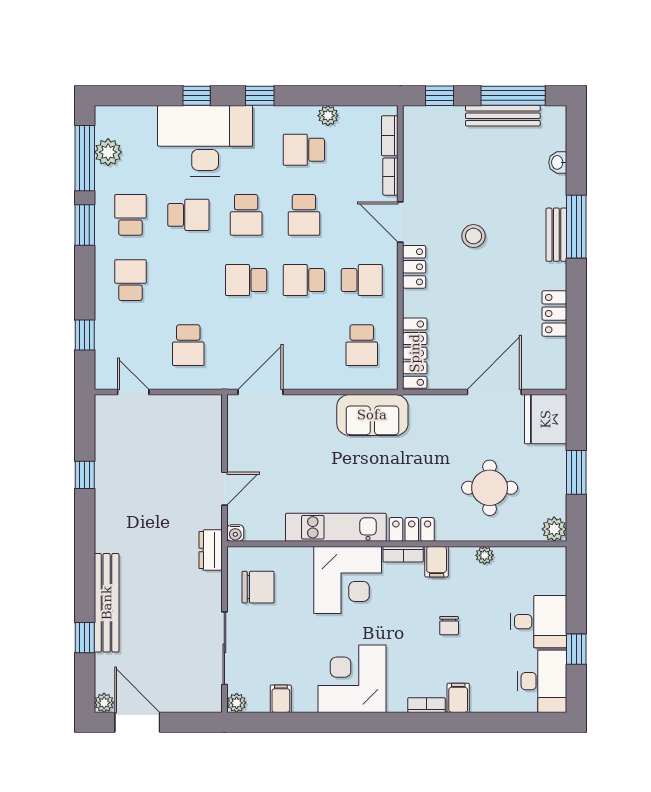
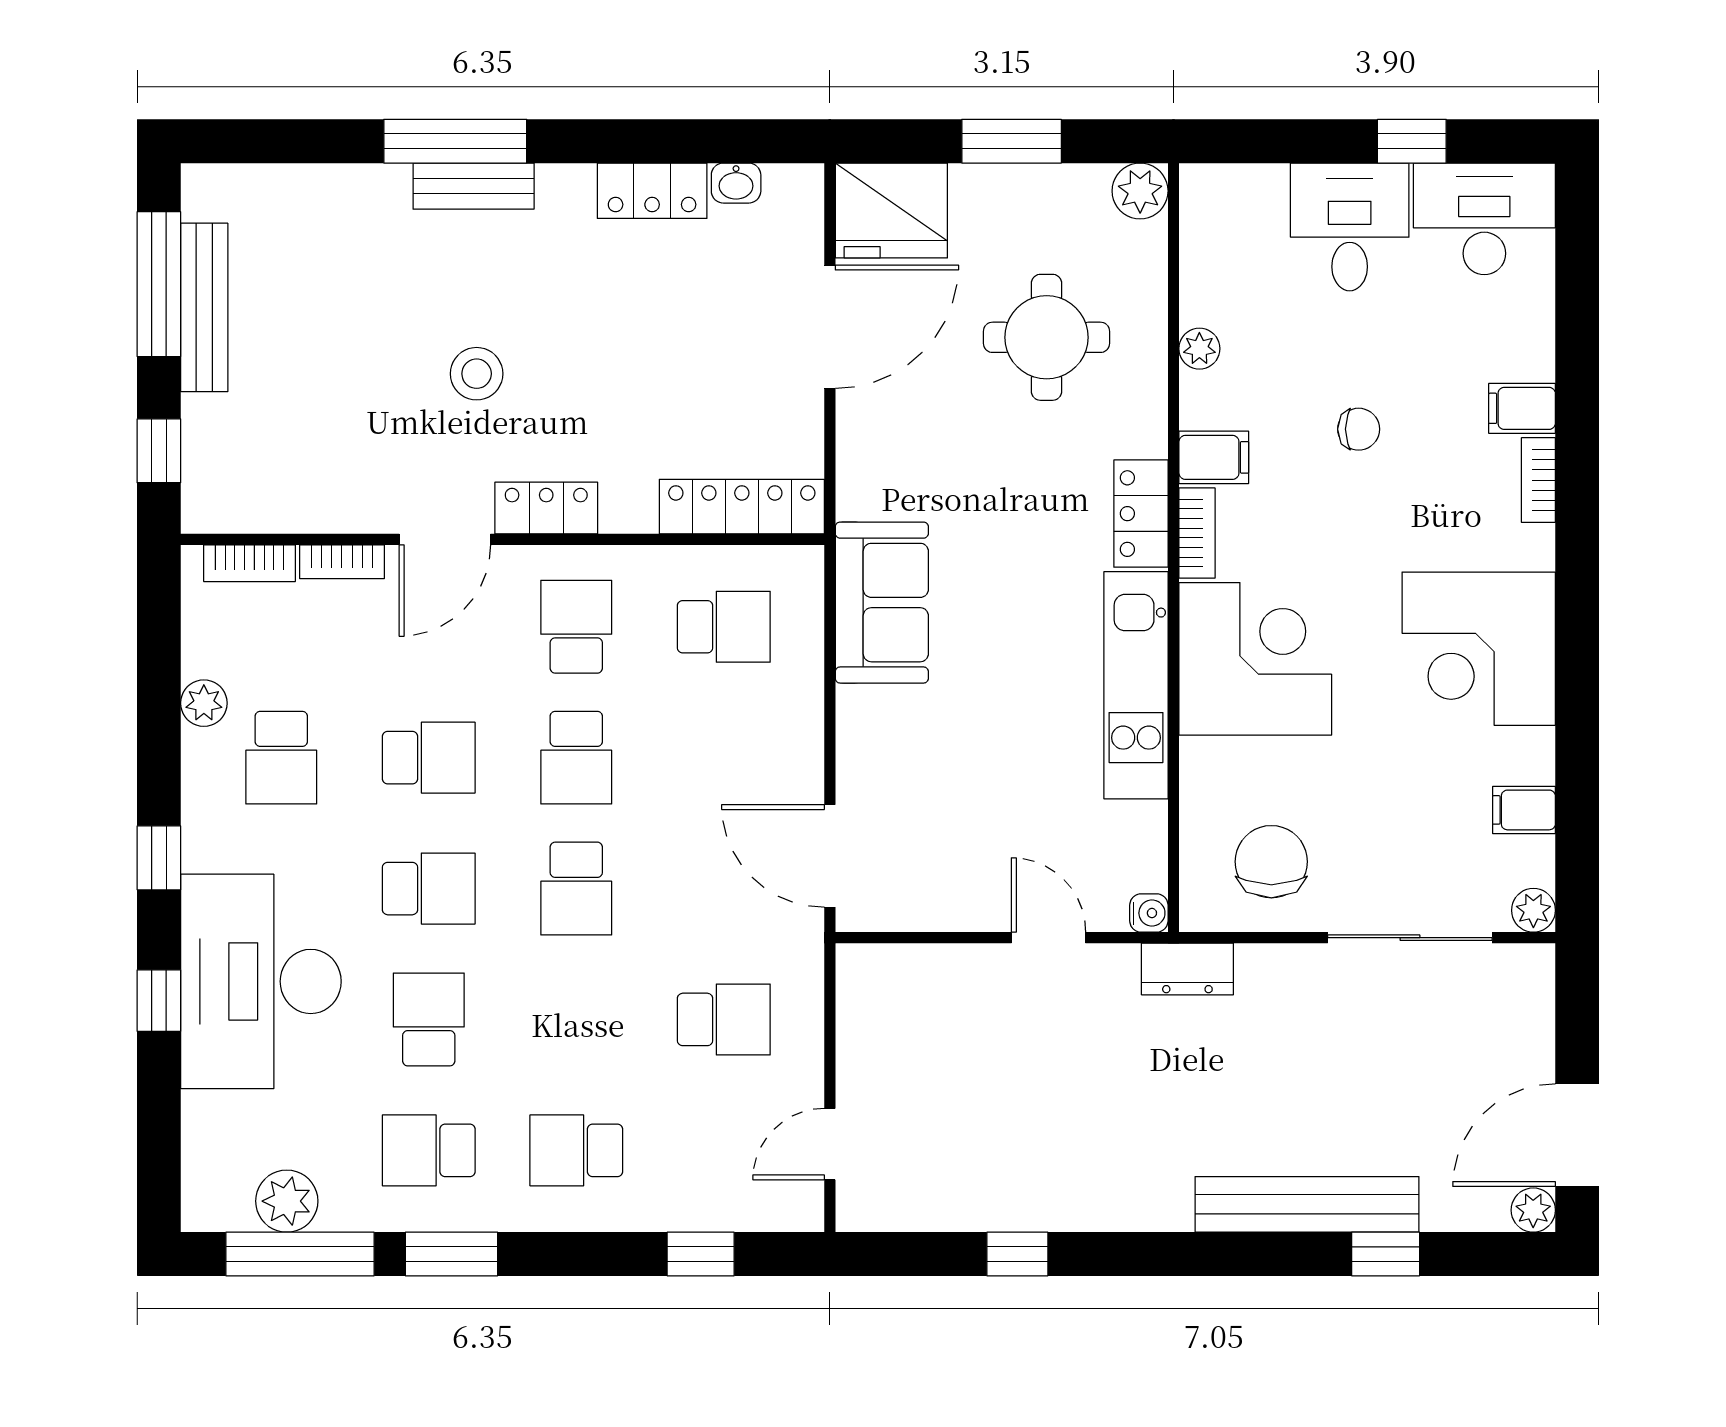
washbasin: (558, 162) -> (736, 183), moved
door: (494, 392) -> (830, 327), swing flipped

